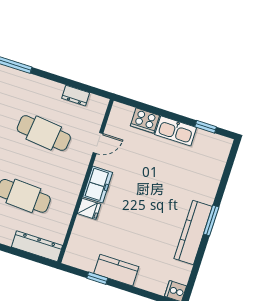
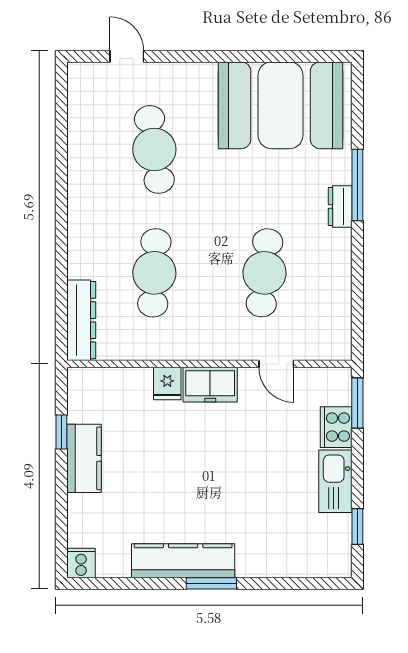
dresser: (76, 96) -> (340, 206), moved
window: (135, 104) -> (357, 403), added

